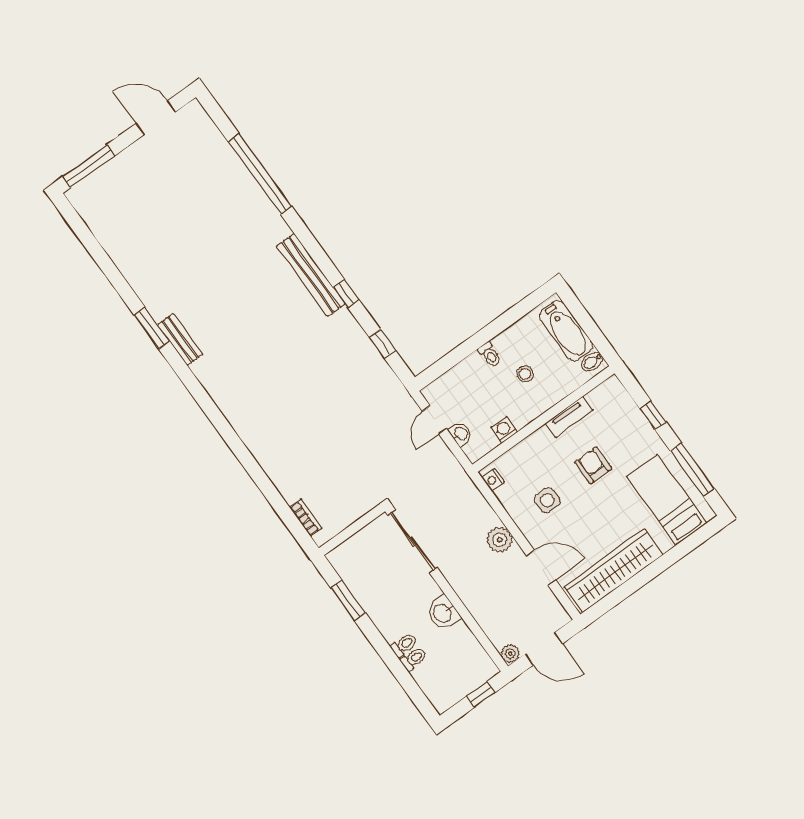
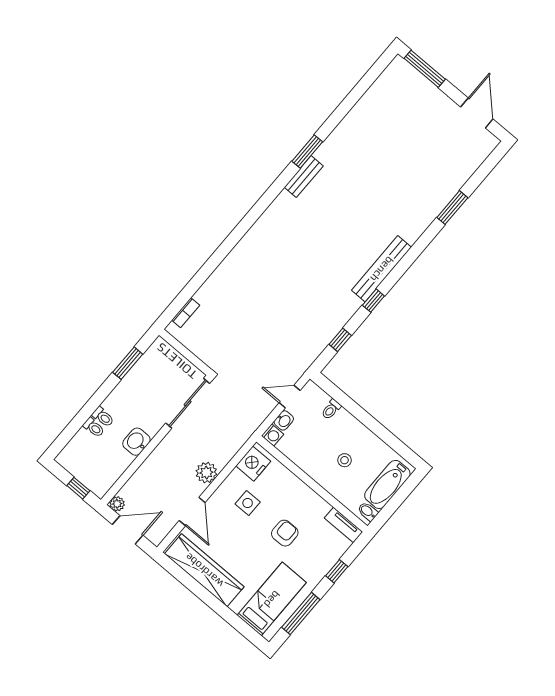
window: (260, 174) -> (452, 208), width x0.47
toilet: (490, 355) -> (331, 409), moved
tv unit: (569, 417) -> (344, 525), moved
washing machine: (504, 430) -> (272, 435), moved, turned 90
nightstand: (493, 480) -> (253, 464), width x1.89, depth x1.79
door: (544, 649) -> (128, 530), swing flipped

